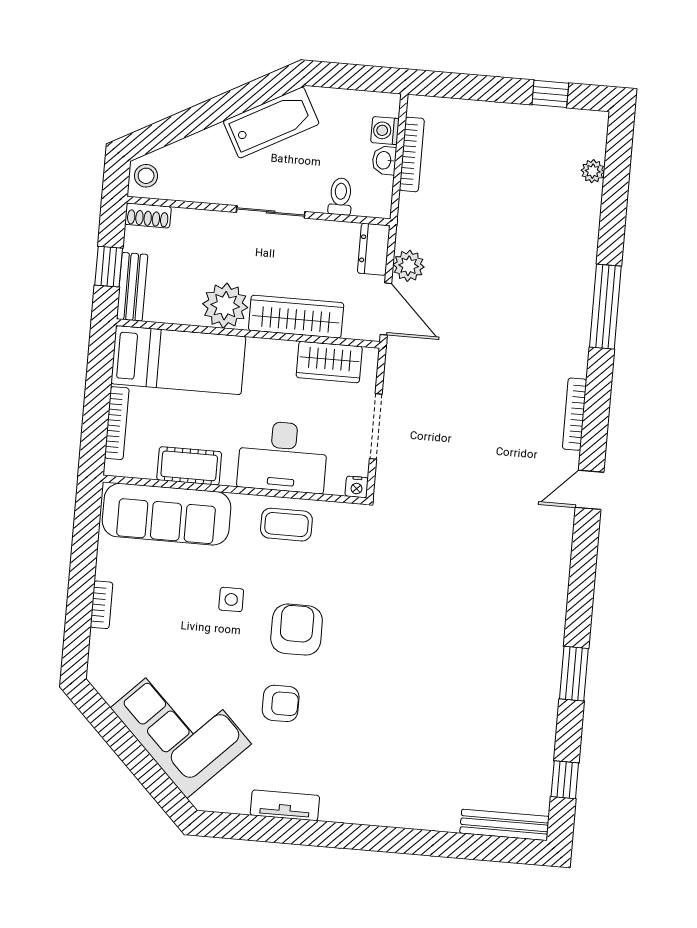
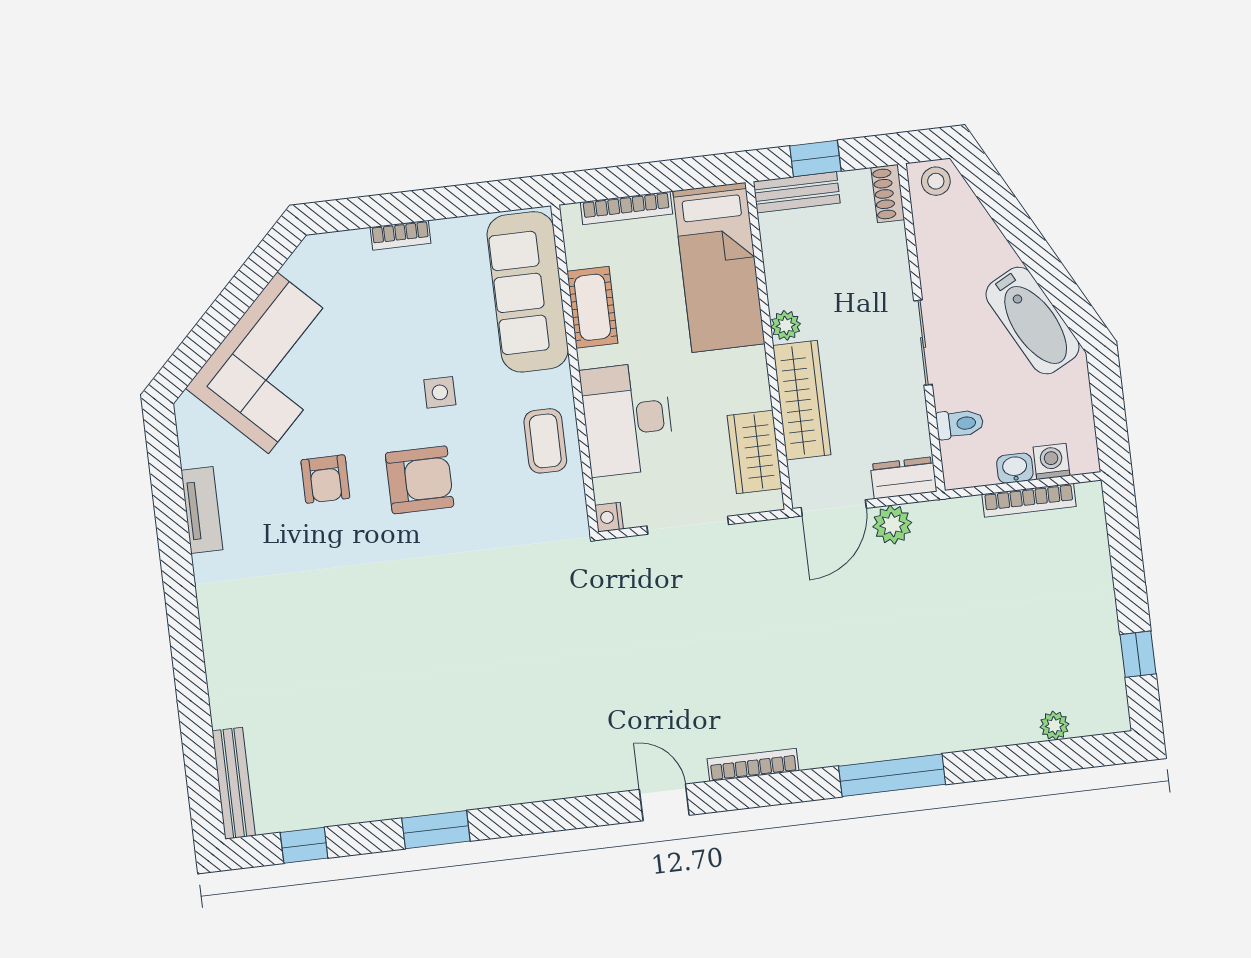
plant: (225, 306) -> (786, 325), width x0.53, depth x0.53

